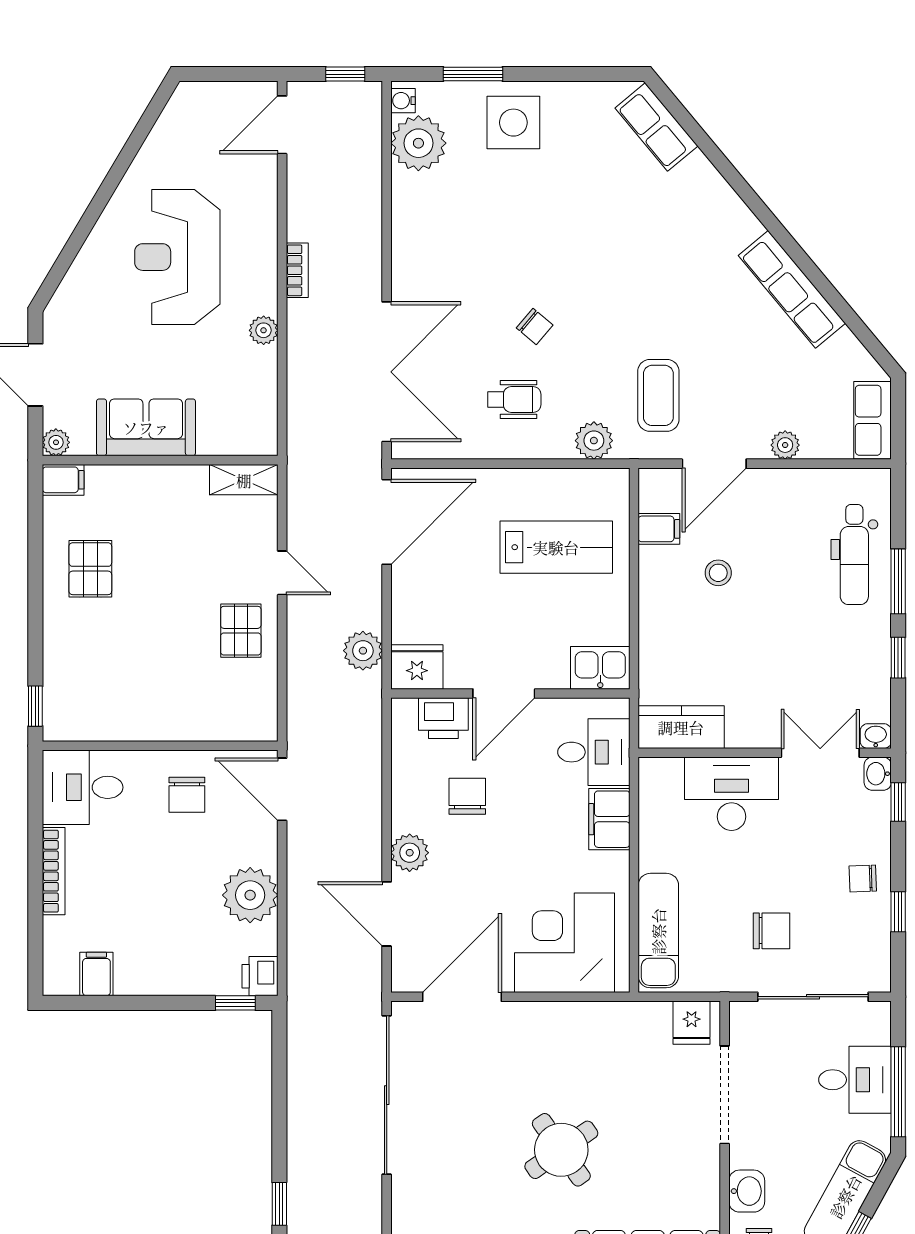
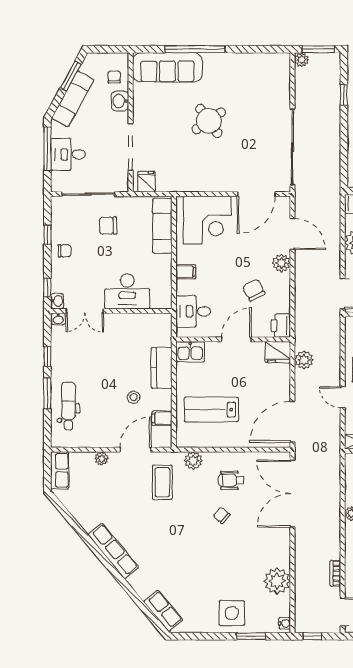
plant: (418, 143) -> (277, 581), moved
bookcase: (297, 270) -> (335, 573), moved
row of seats: (792, 289) -> (113, 551), moved
printer: (443, 718) -> (281, 326), moved, turned -90
kitchen counter: (681, 727) -> (162, 368), moved, turned 90
chair: (467, 796) -> (254, 290), turned 152
filing cabinet: (609, 819) -> (186, 272), width x0.50

